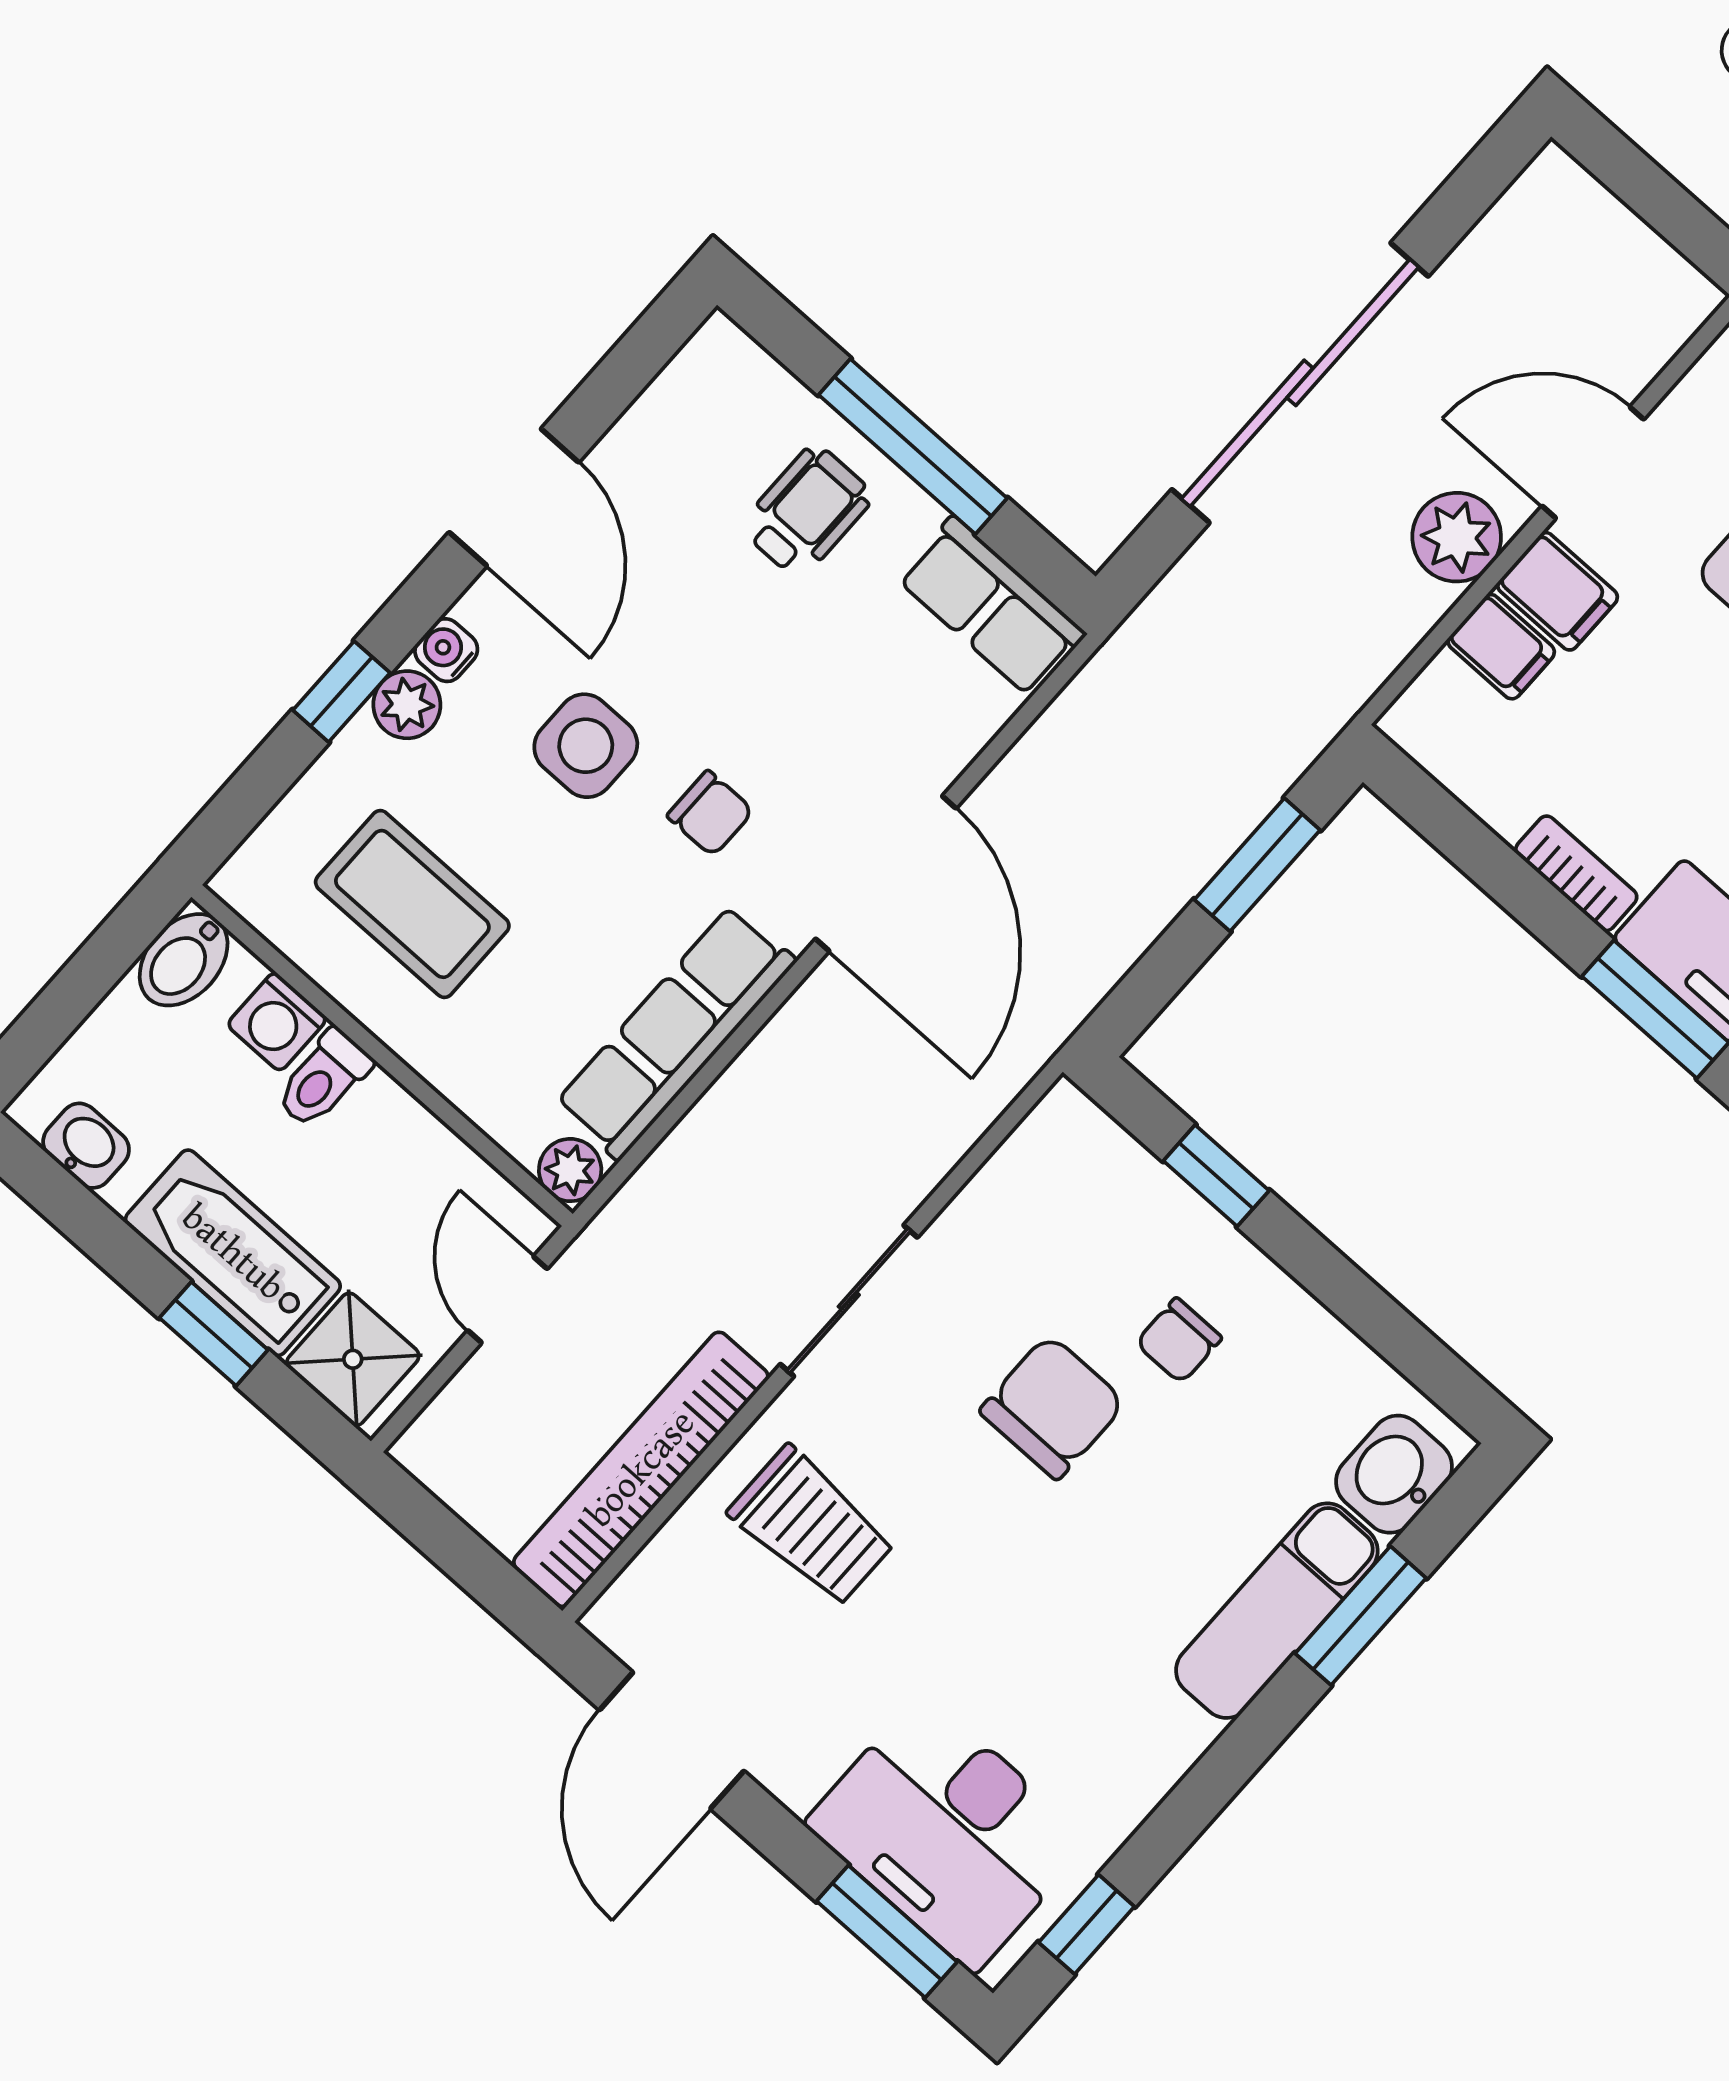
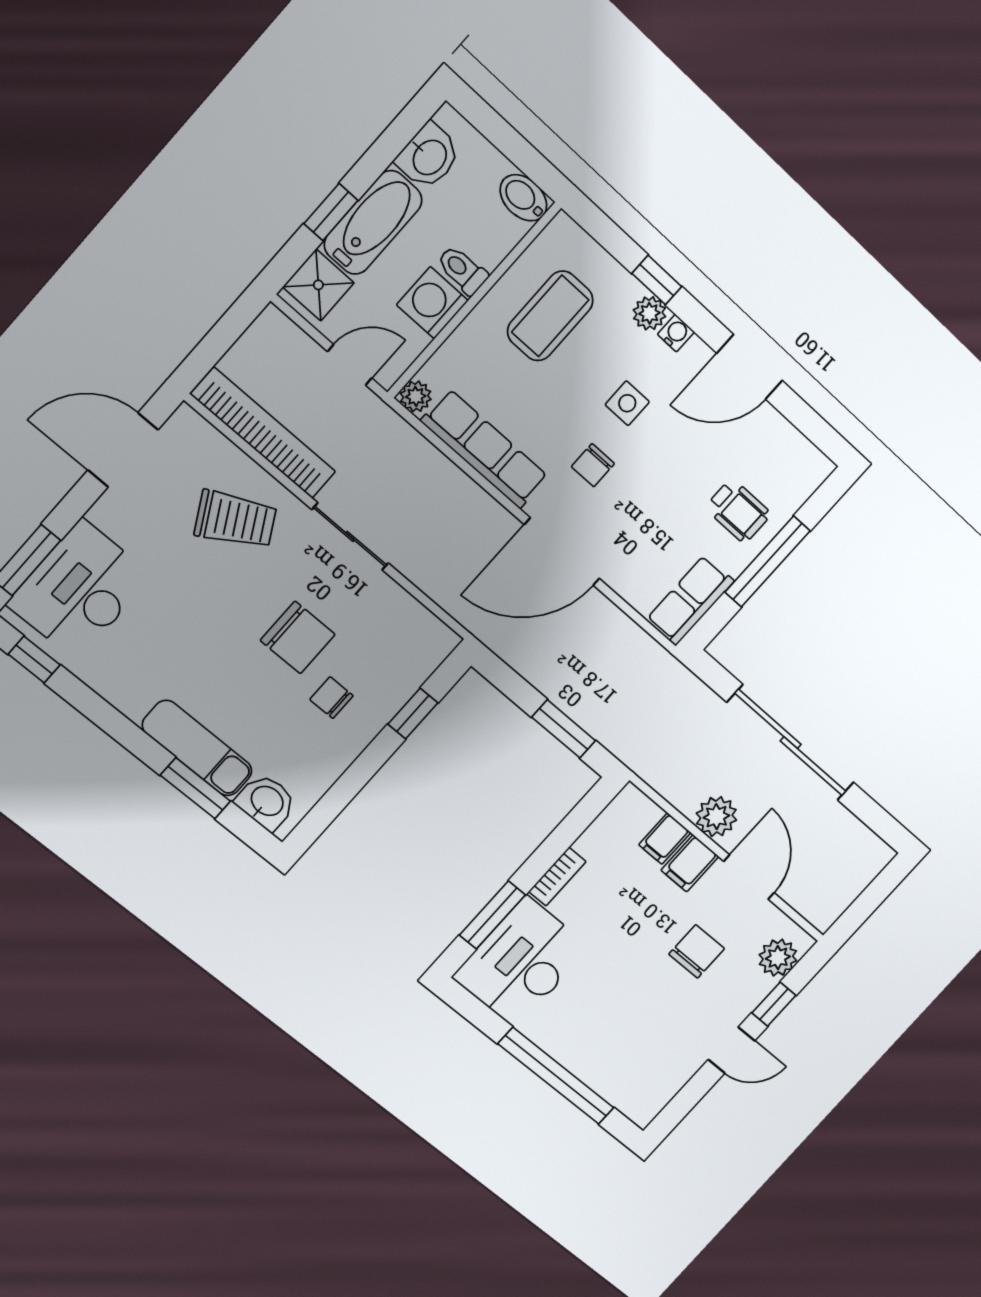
side table: (586, 746) -> (627, 403), width x0.73, depth x0.73
washing machine: (277, 1022) -> (432, 303), moved, width x1.38, depth x1.38
washbasin: (86, 1146) -> (429, 157), width x1.38, depth x1.45
trolley: (812, 1526) -> (235, 520), turned -119

